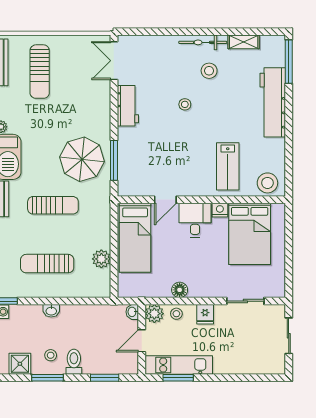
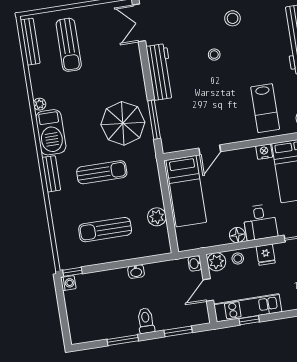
workbench: (128, 106) -> (160, 72), width x1.38
desk: (195, 220) -> (260, 222), moved, turned 180
washbasin: (51, 311) -> (136, 272), moved
stool: (51, 355) -> (122, 318), removed
shower: (20, 364) -> (94, 331), removed
window: (178, 378) -> (249, 320), width x0.67

